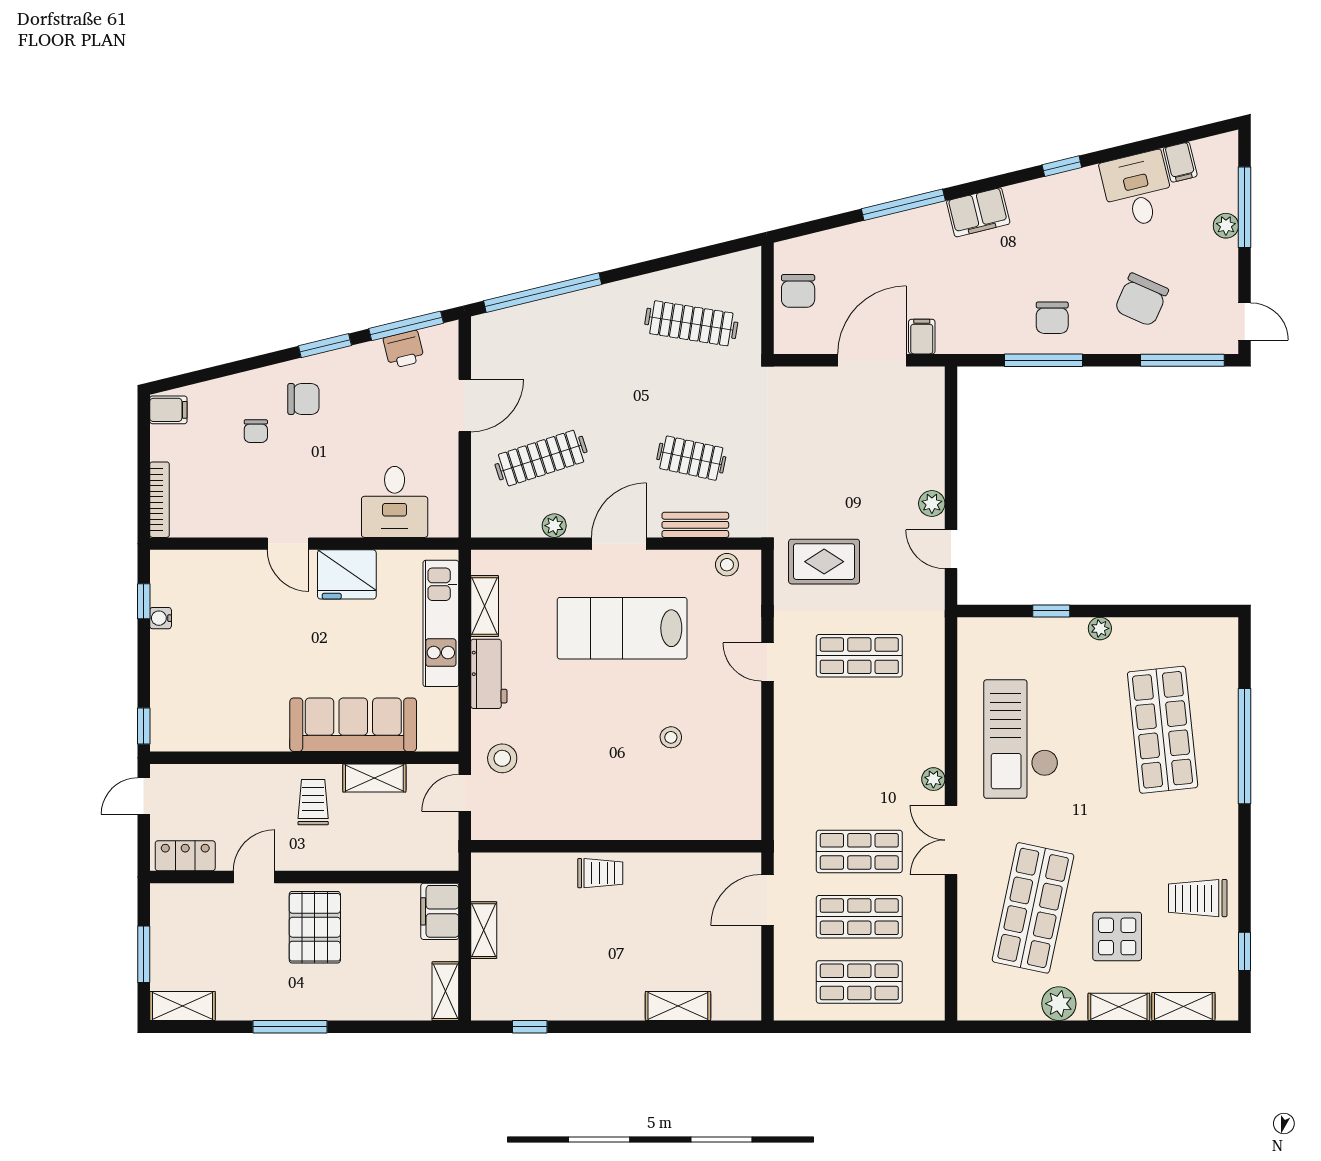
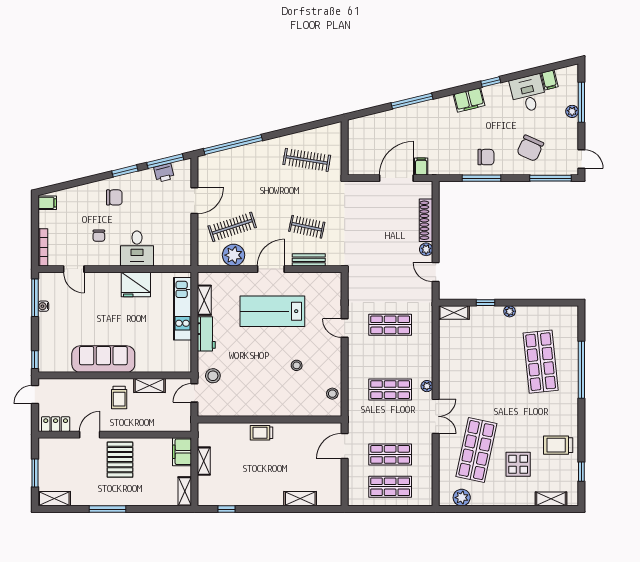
filing cabinet: (978, 212) -> (469, 100), moved
chair: (798, 291) -> (360, 144), removed
chair: (1052, 318) -> (486, 157), turned -90
chair: (256, 431) -> (99, 236), moved
shoe rack: (932, 445) -> (426, 220), added
desk: (395, 502) -> (137, 249), moved
plant: (554, 526) -> (234, 255), width x1.88, depth x1.88
door: (288, 544) -> (74, 269), moved
rug: (824, 562) -> (373, 278), removed
stool: (727, 565) -> (332, 394), moved
window: (144, 601) -> (35, 298), width x2.17
sofa: (353, 725) -> (103, 359), moved
checkout: (1021, 739) -> (470, 366), removed
trolley: (313, 802) -> (119, 398), turned 180
double door: (951, 840) -> (436, 416), swing flipped
shop shelf: (859, 851) -> (390, 390), moved
trolley: (600, 873) -> (262, 433), turned 180
plant: (1059, 1004) -> (462, 498), moved
shelving: (1119, 1007) -> (454, 313), moved

